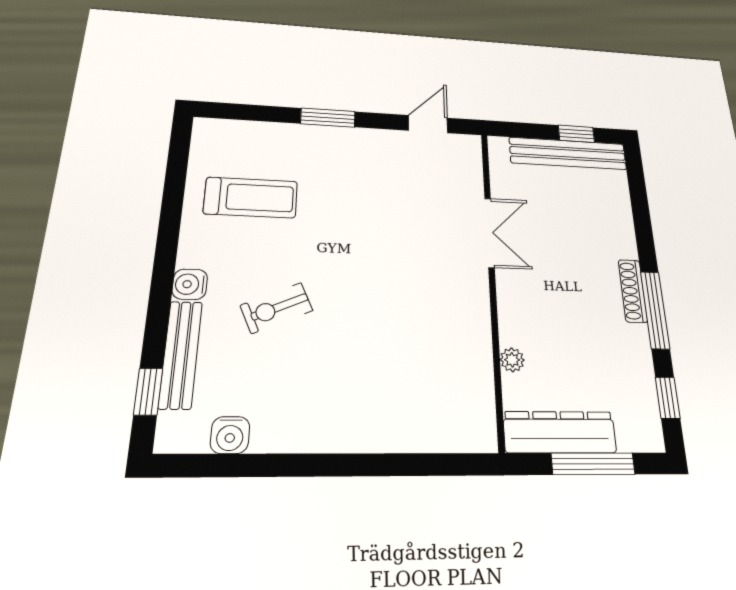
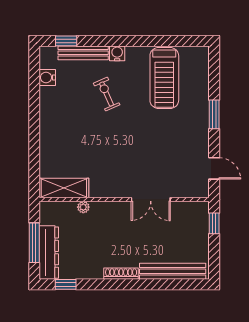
window: (576, 134) -> (214, 223), moved
bench: (568, 153) -> (173, 271), moved, turned 90
treadmill: (251, 197) -> (164, 78), width x1.37, depth x1.38
window: (655, 310) -> (111, 284), removed
shelving: (475, 399) -> (64, 188), added
dresser: (560, 432) -> (49, 253), moved

